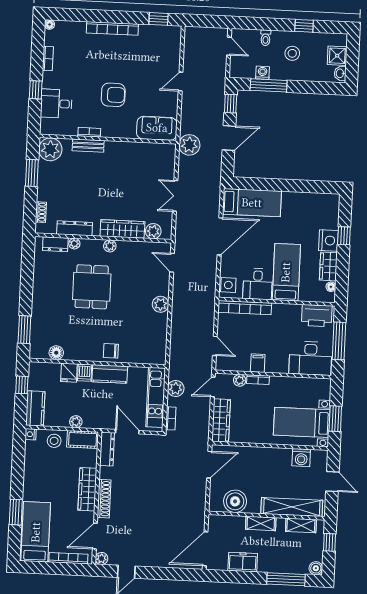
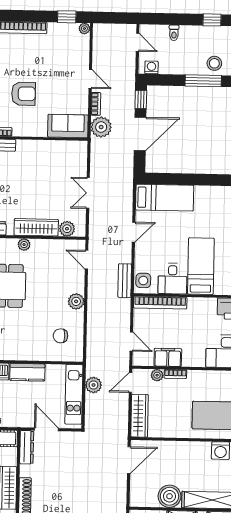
plant: (176, 31) -> (84, 29), added
stool: (292, 53) -> (214, 63), moved
washing machine: (263, 73) -> (151, 67), moved
door: (181, 82) -> (90, 79), swing flipped
window: (269, 85) -> (203, 81), moved
door: (229, 138) -> (140, 134), width x1.36
plant: (189, 145) -> (101, 127), moved
door: (220, 236) -> (134, 232), width x0.53
bench: (210, 285) -> (125, 281), added
chair: (111, 351) -> (60, 336), moved
filing cabinet: (258, 363) -> (168, 357), width x2.00
bookcase: (171, 418) -> (96, 104), moved
boiler: (235, 501) -> (169, 496), moved

